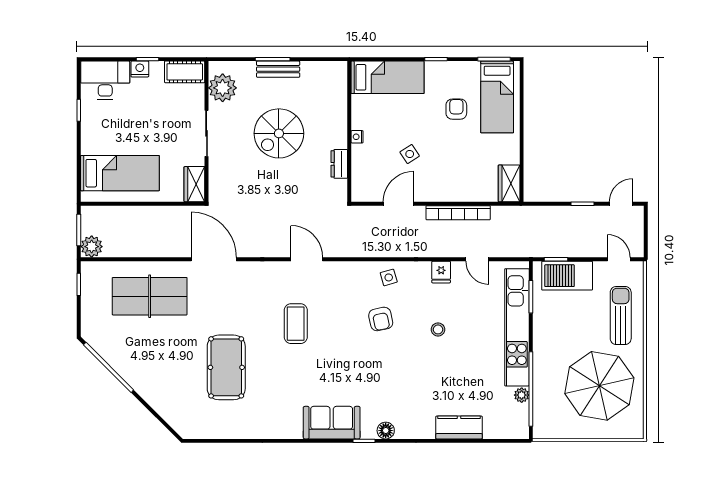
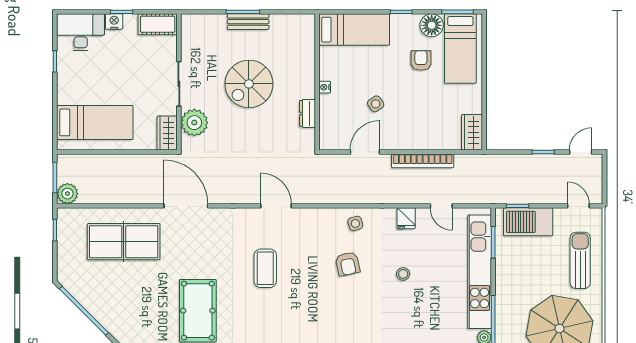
floor lamp: (467, 73) -> (432, 25), added
plant: (223, 88) -> (194, 123), moved

